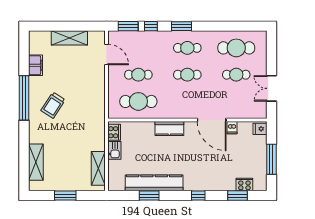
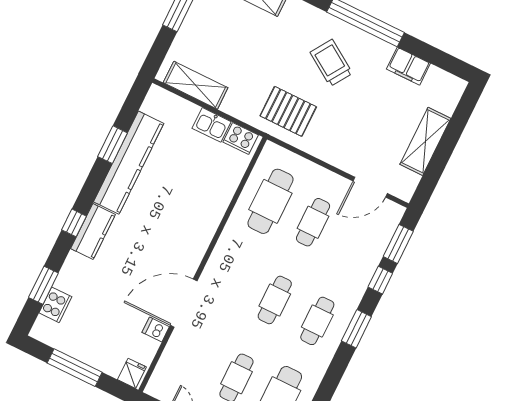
pallet: (88, 115) -> (288, 111), added
kitchen counter: (169, 129) -> (93, 232), moved, turned 180

